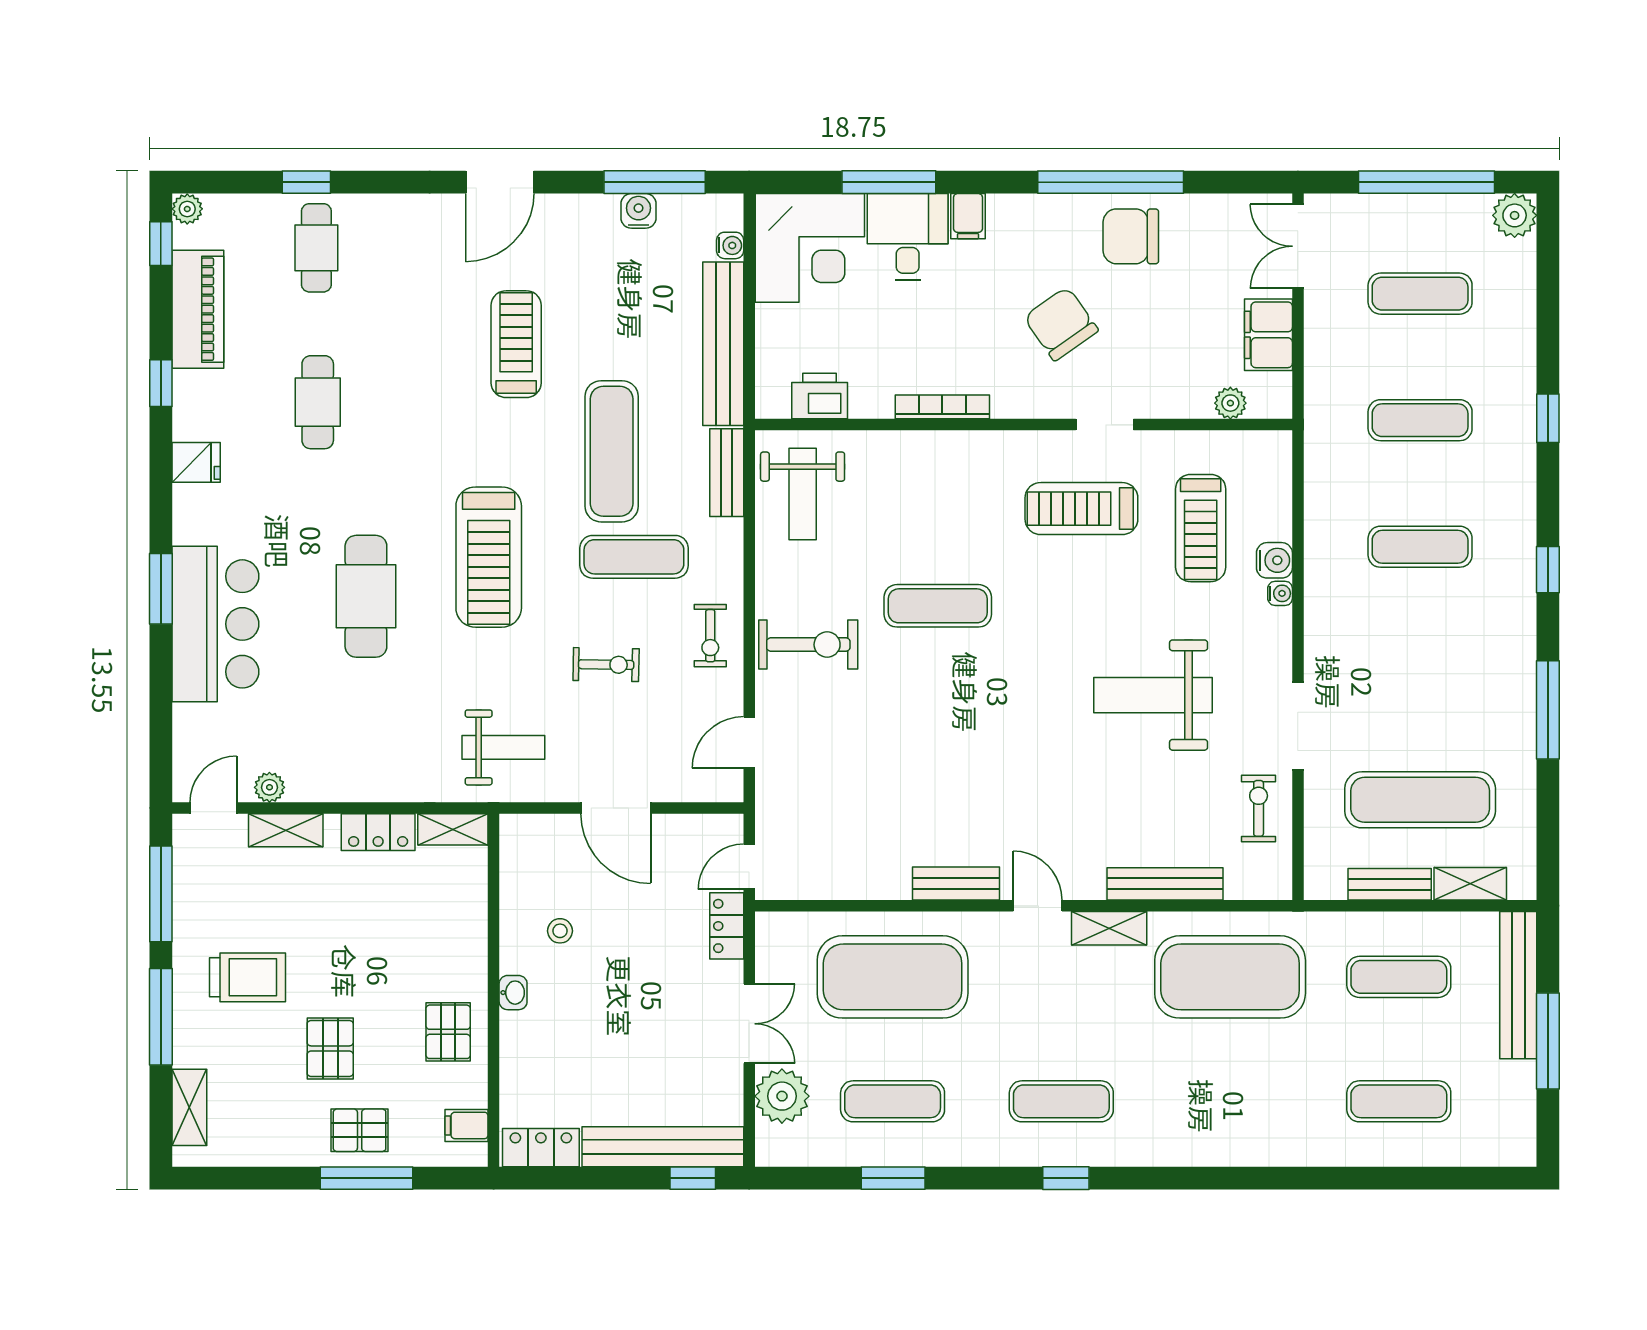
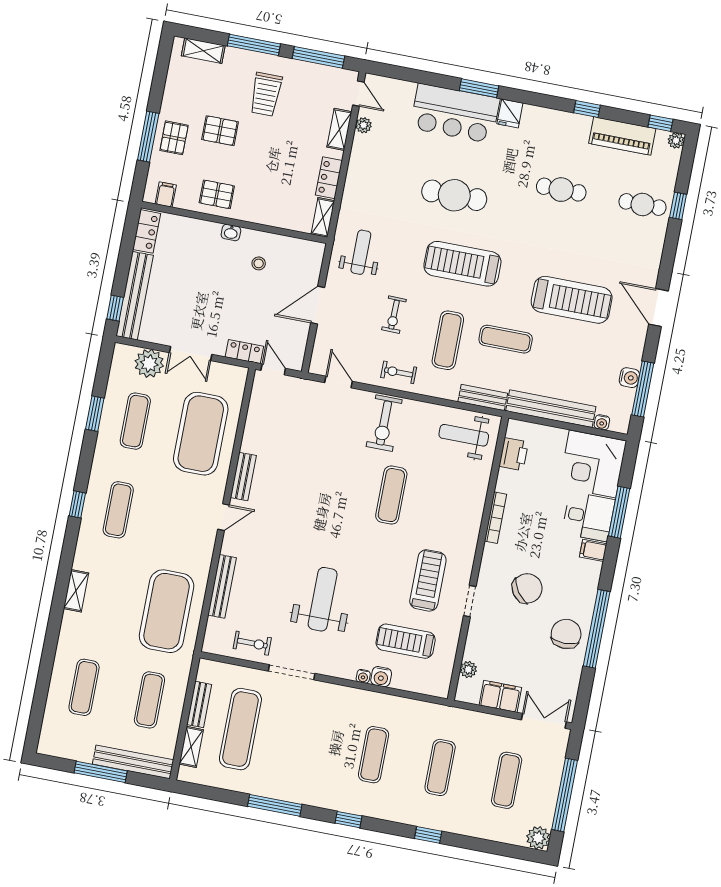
treadmill: (516, 344) -> (572, 300), width x1.37, depth x1.38
exercise mat: (612, 451) -> (506, 339), width x0.73, depth x0.69
fridge: (196, 462) -> (510, 113), moved
weight bench: (503, 747) -> (361, 252), turned 180
shelving: (1109, 928) -> (76, 591), moved

